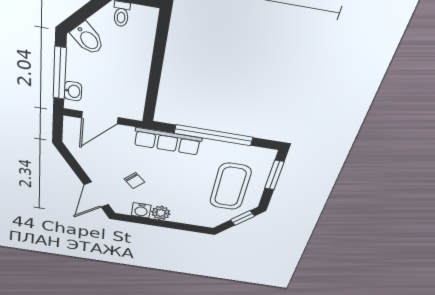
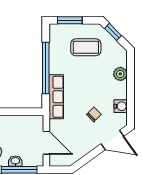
washbasin: (73, 91) -> (15, 161), moved
coffee table: (230, 187) -> (86, 47), width x0.73, depth x0.76
plant: (161, 213) -> (120, 74), moved

